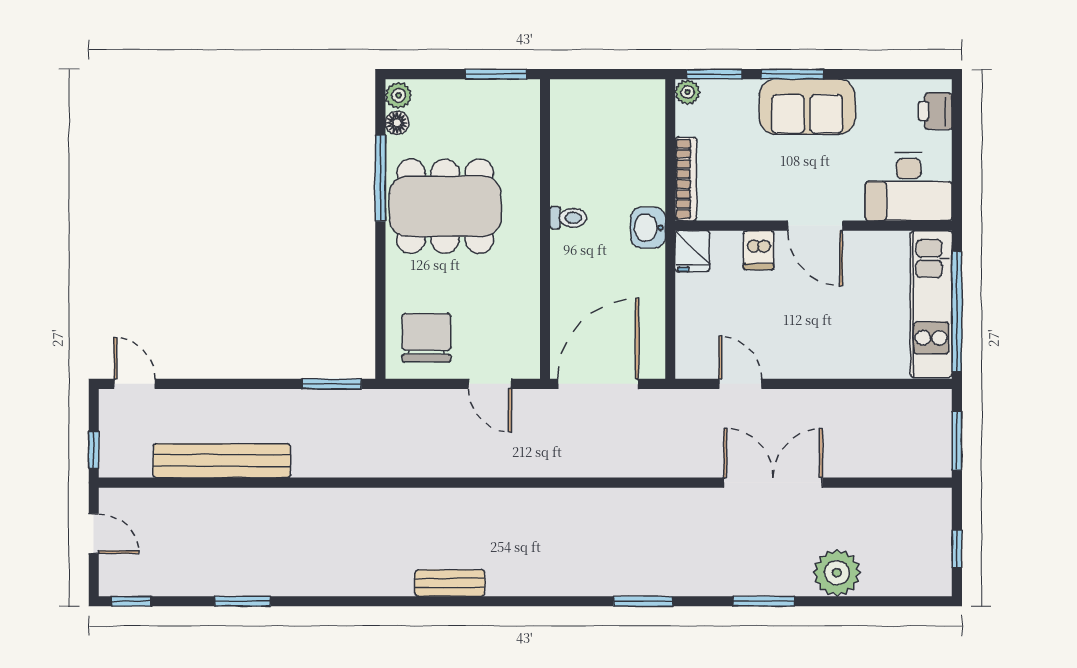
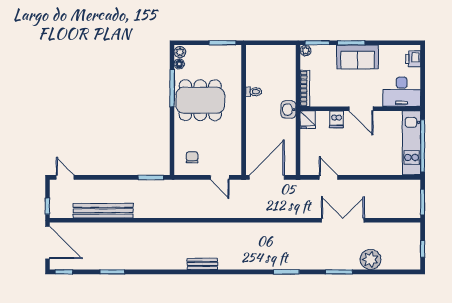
toilet: (568, 218) -> (254, 92), moved
chair: (426, 338) -> (192, 157), width x0.54, depth x0.54
door: (94, 534) -> (47, 242), width x1.87

